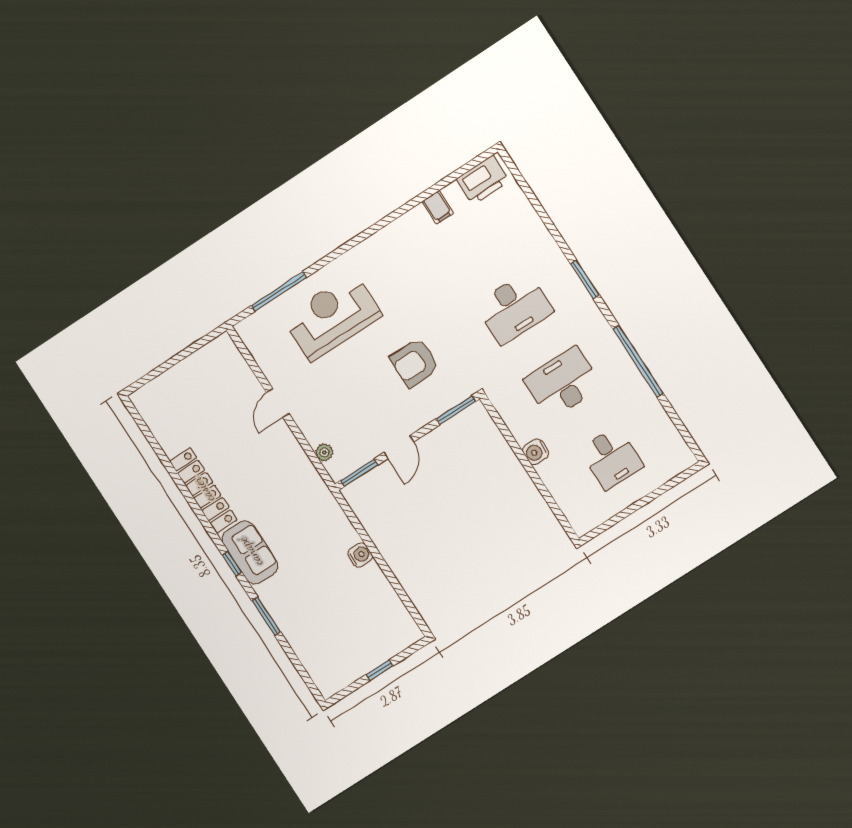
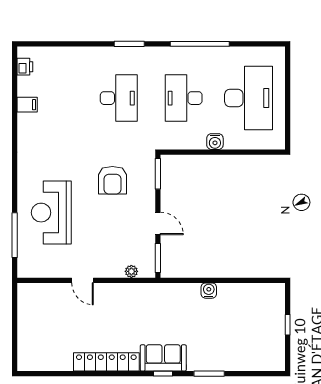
printer: (483, 180) -> (25, 67), width x0.53, depth x0.68
desk: (611, 458) -> (249, 98), width x1.87, depth x1.30

